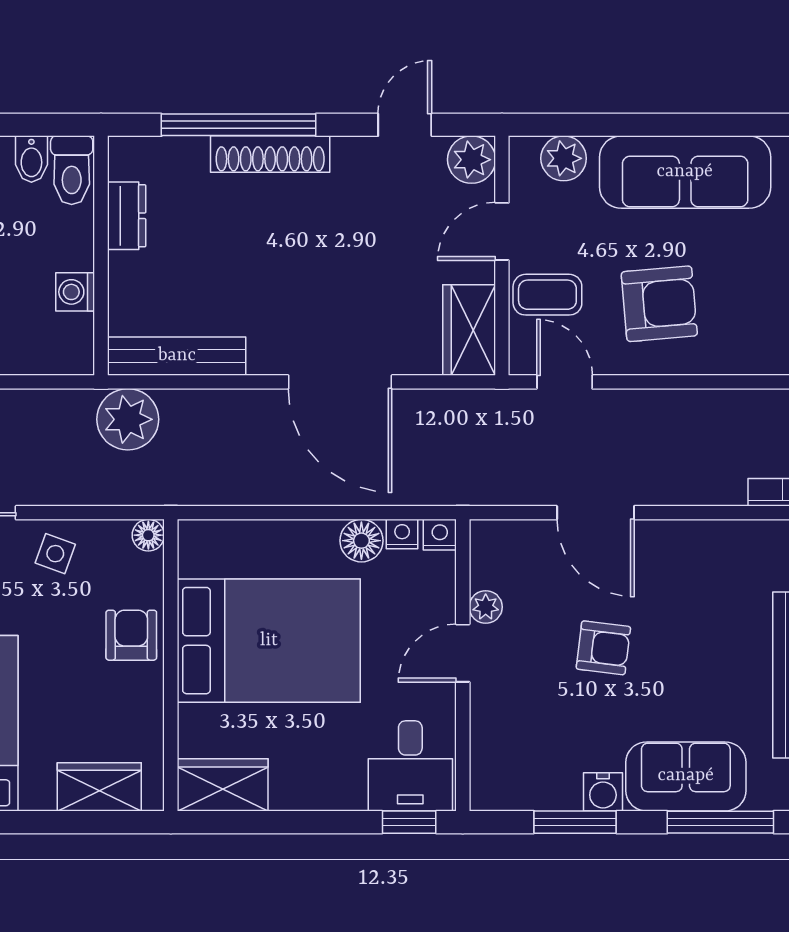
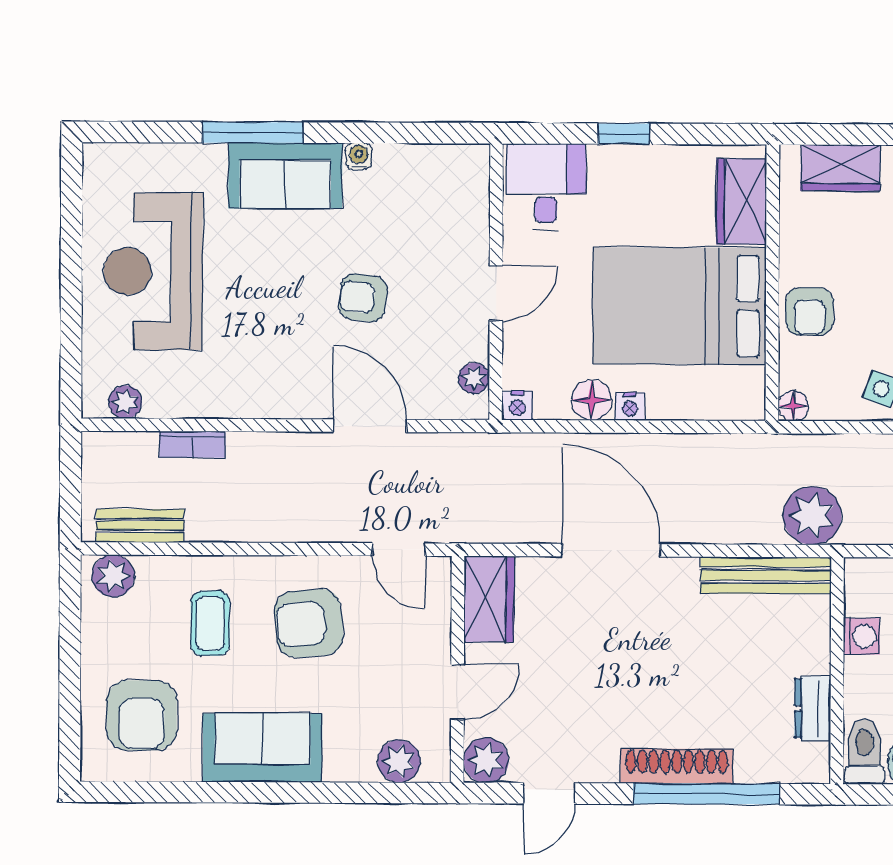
sofa: (685, 172) -> (262, 748), width x0.73
coffee table: (547, 295) -> (210, 623), moved, turned 90
nightstand: (402, 534) -> (630, 406), moved
plant: (486, 607) -> (474, 378), moved
wardrobe: (223, 785) -> (742, 201), moved, turned 90
water cooler: (603, 792) -> (359, 156), width x0.72, depth x0.72
window: (409, 822) -> (624, 134), moved
window: (575, 822) -> (390, 133), removed

